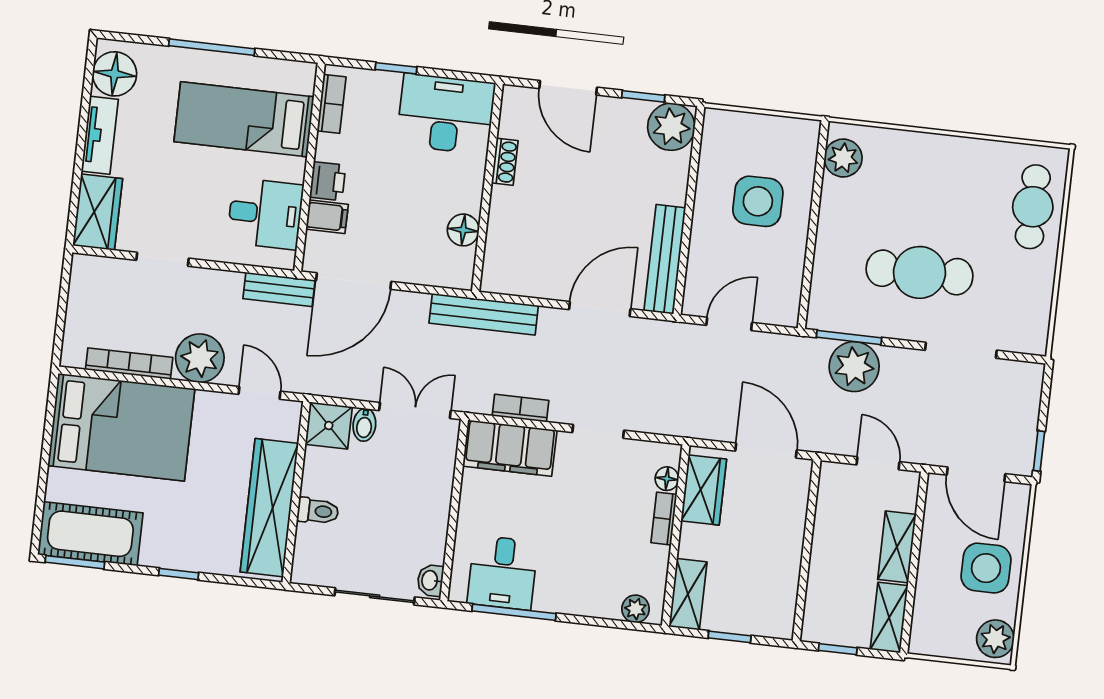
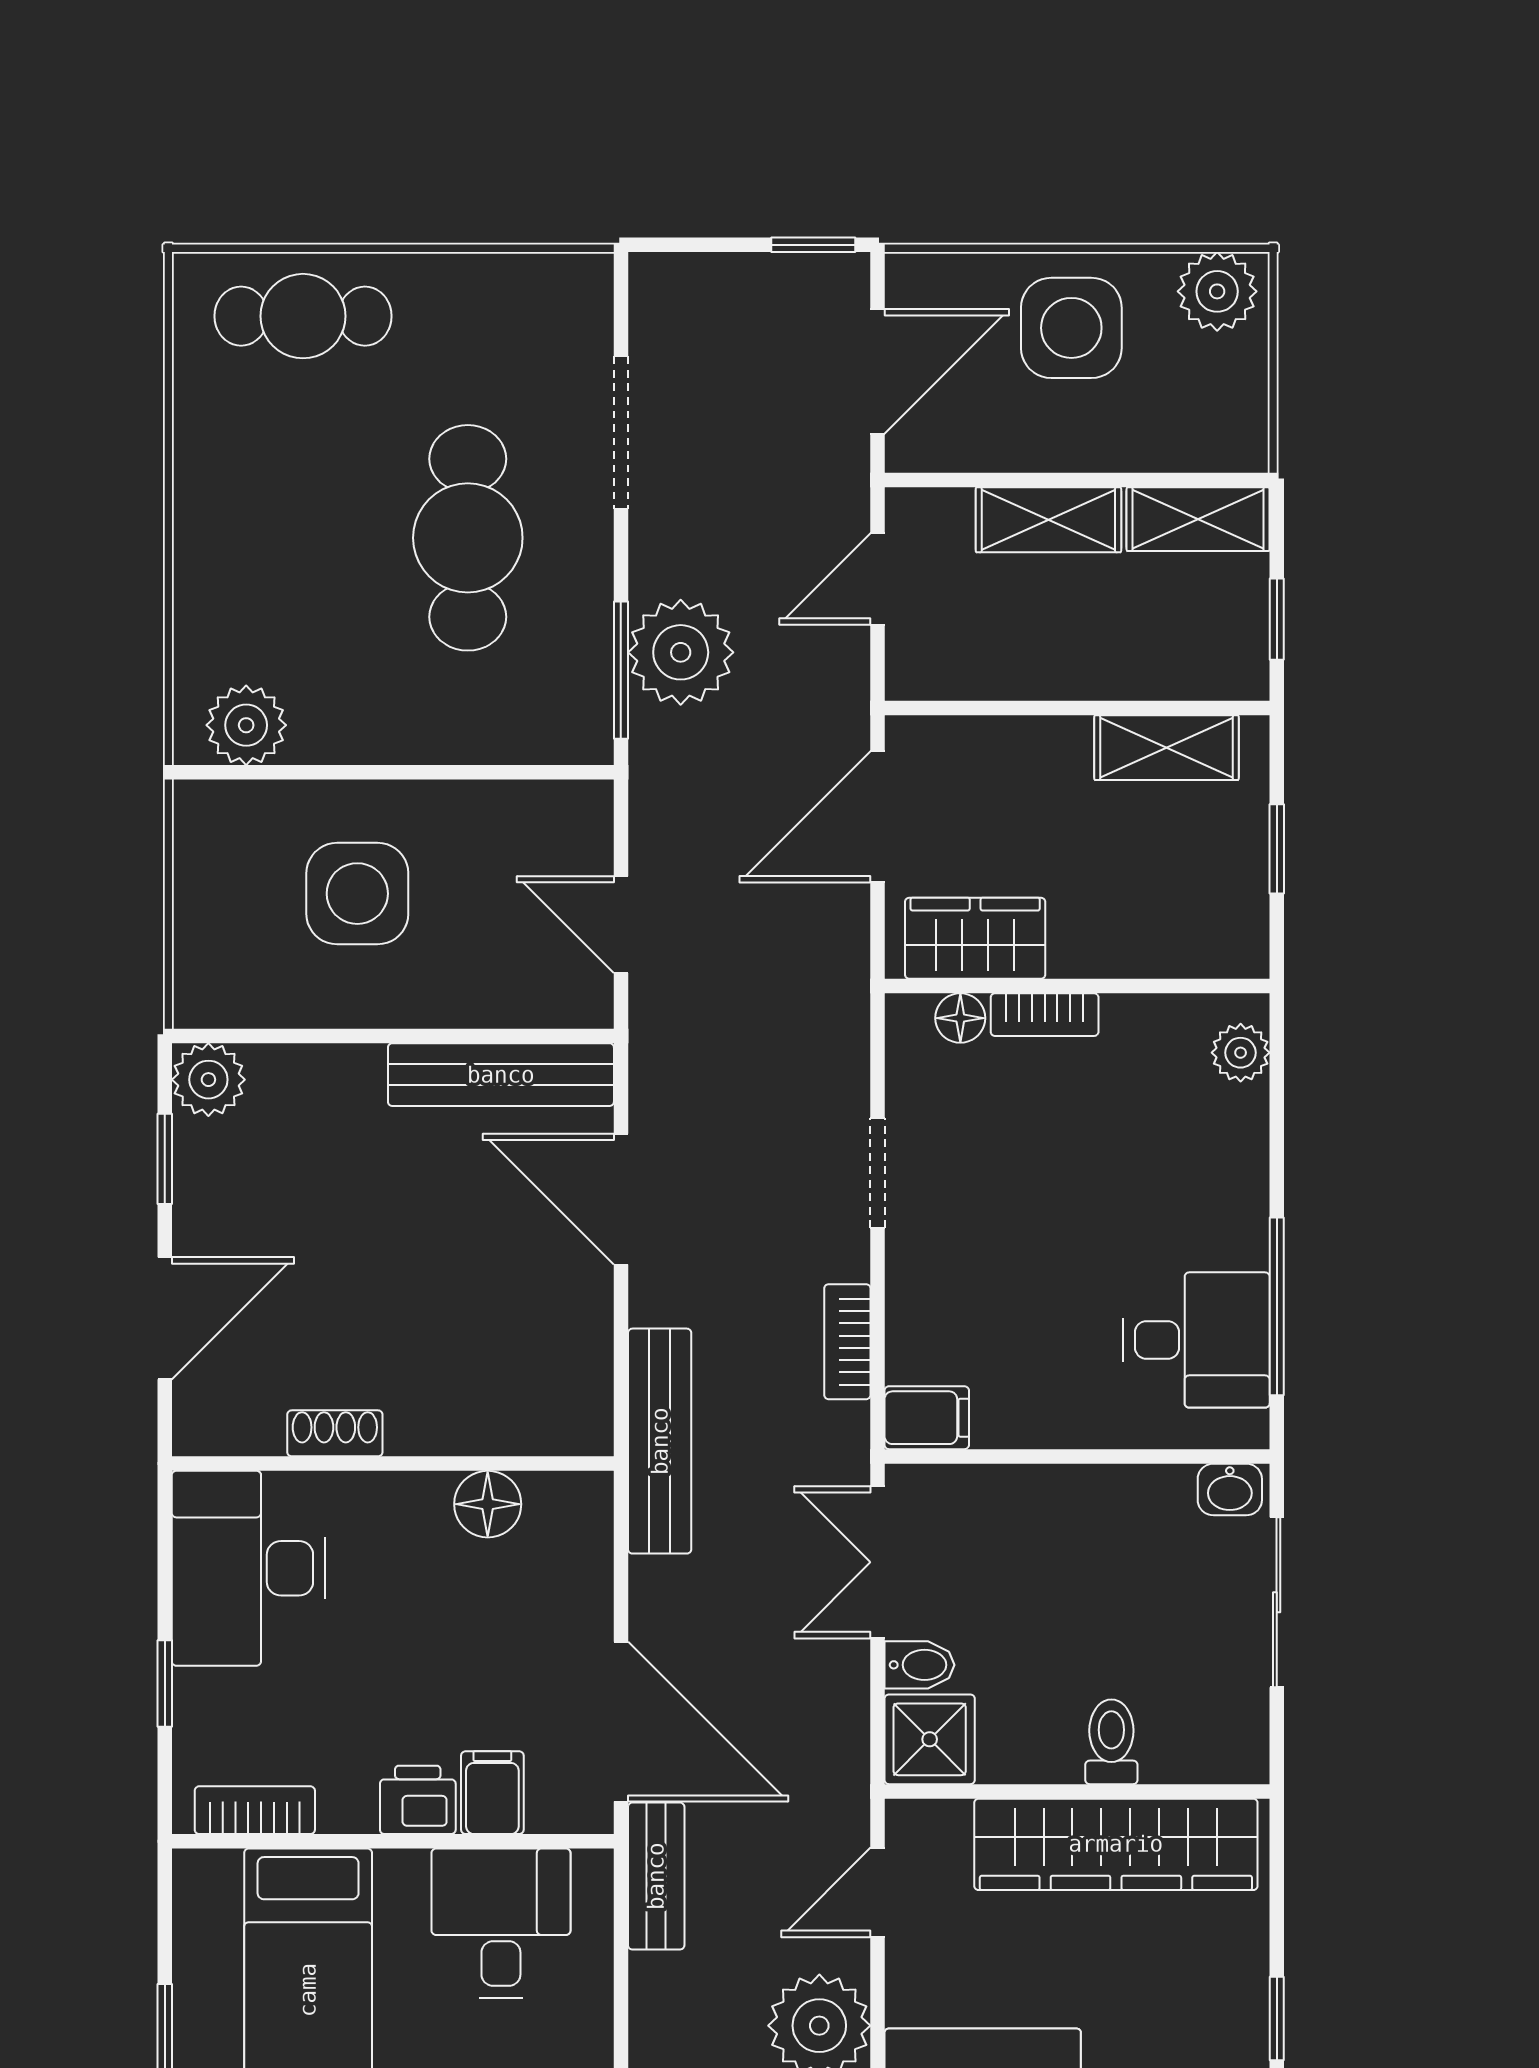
plant: (671, 127) -> (208, 1080), width x0.73, depth x0.73
filing cabinet: (510, 448) -> (927, 1418), width x0.33, depth x0.86
shelving: (688, 594) -> (1167, 748), moved

